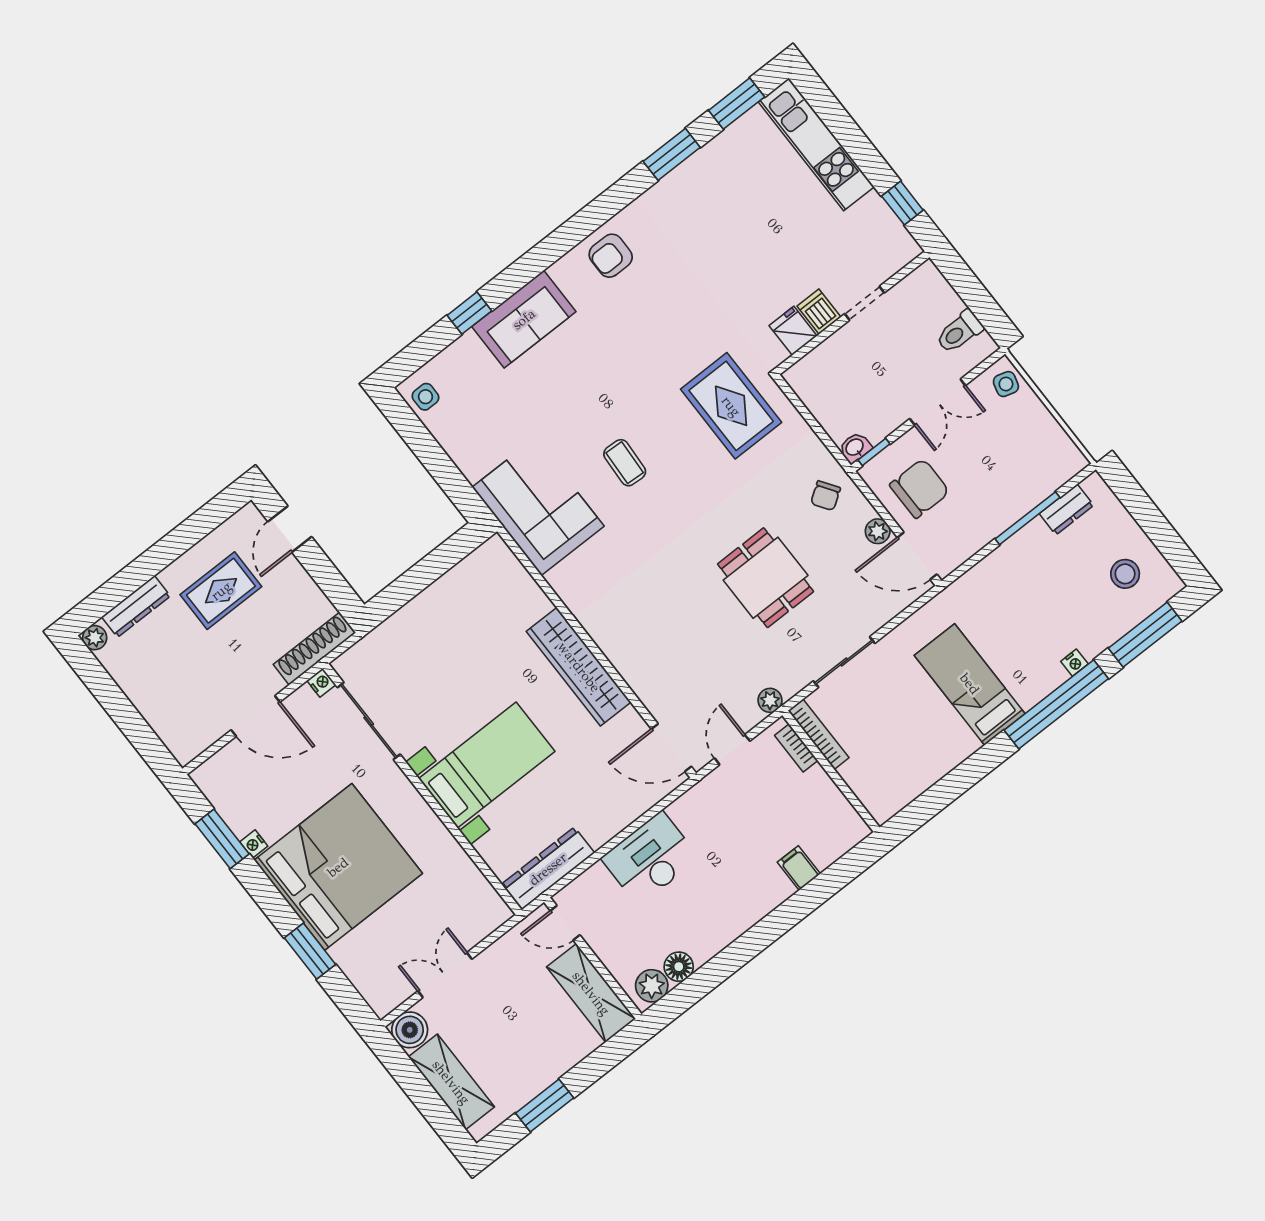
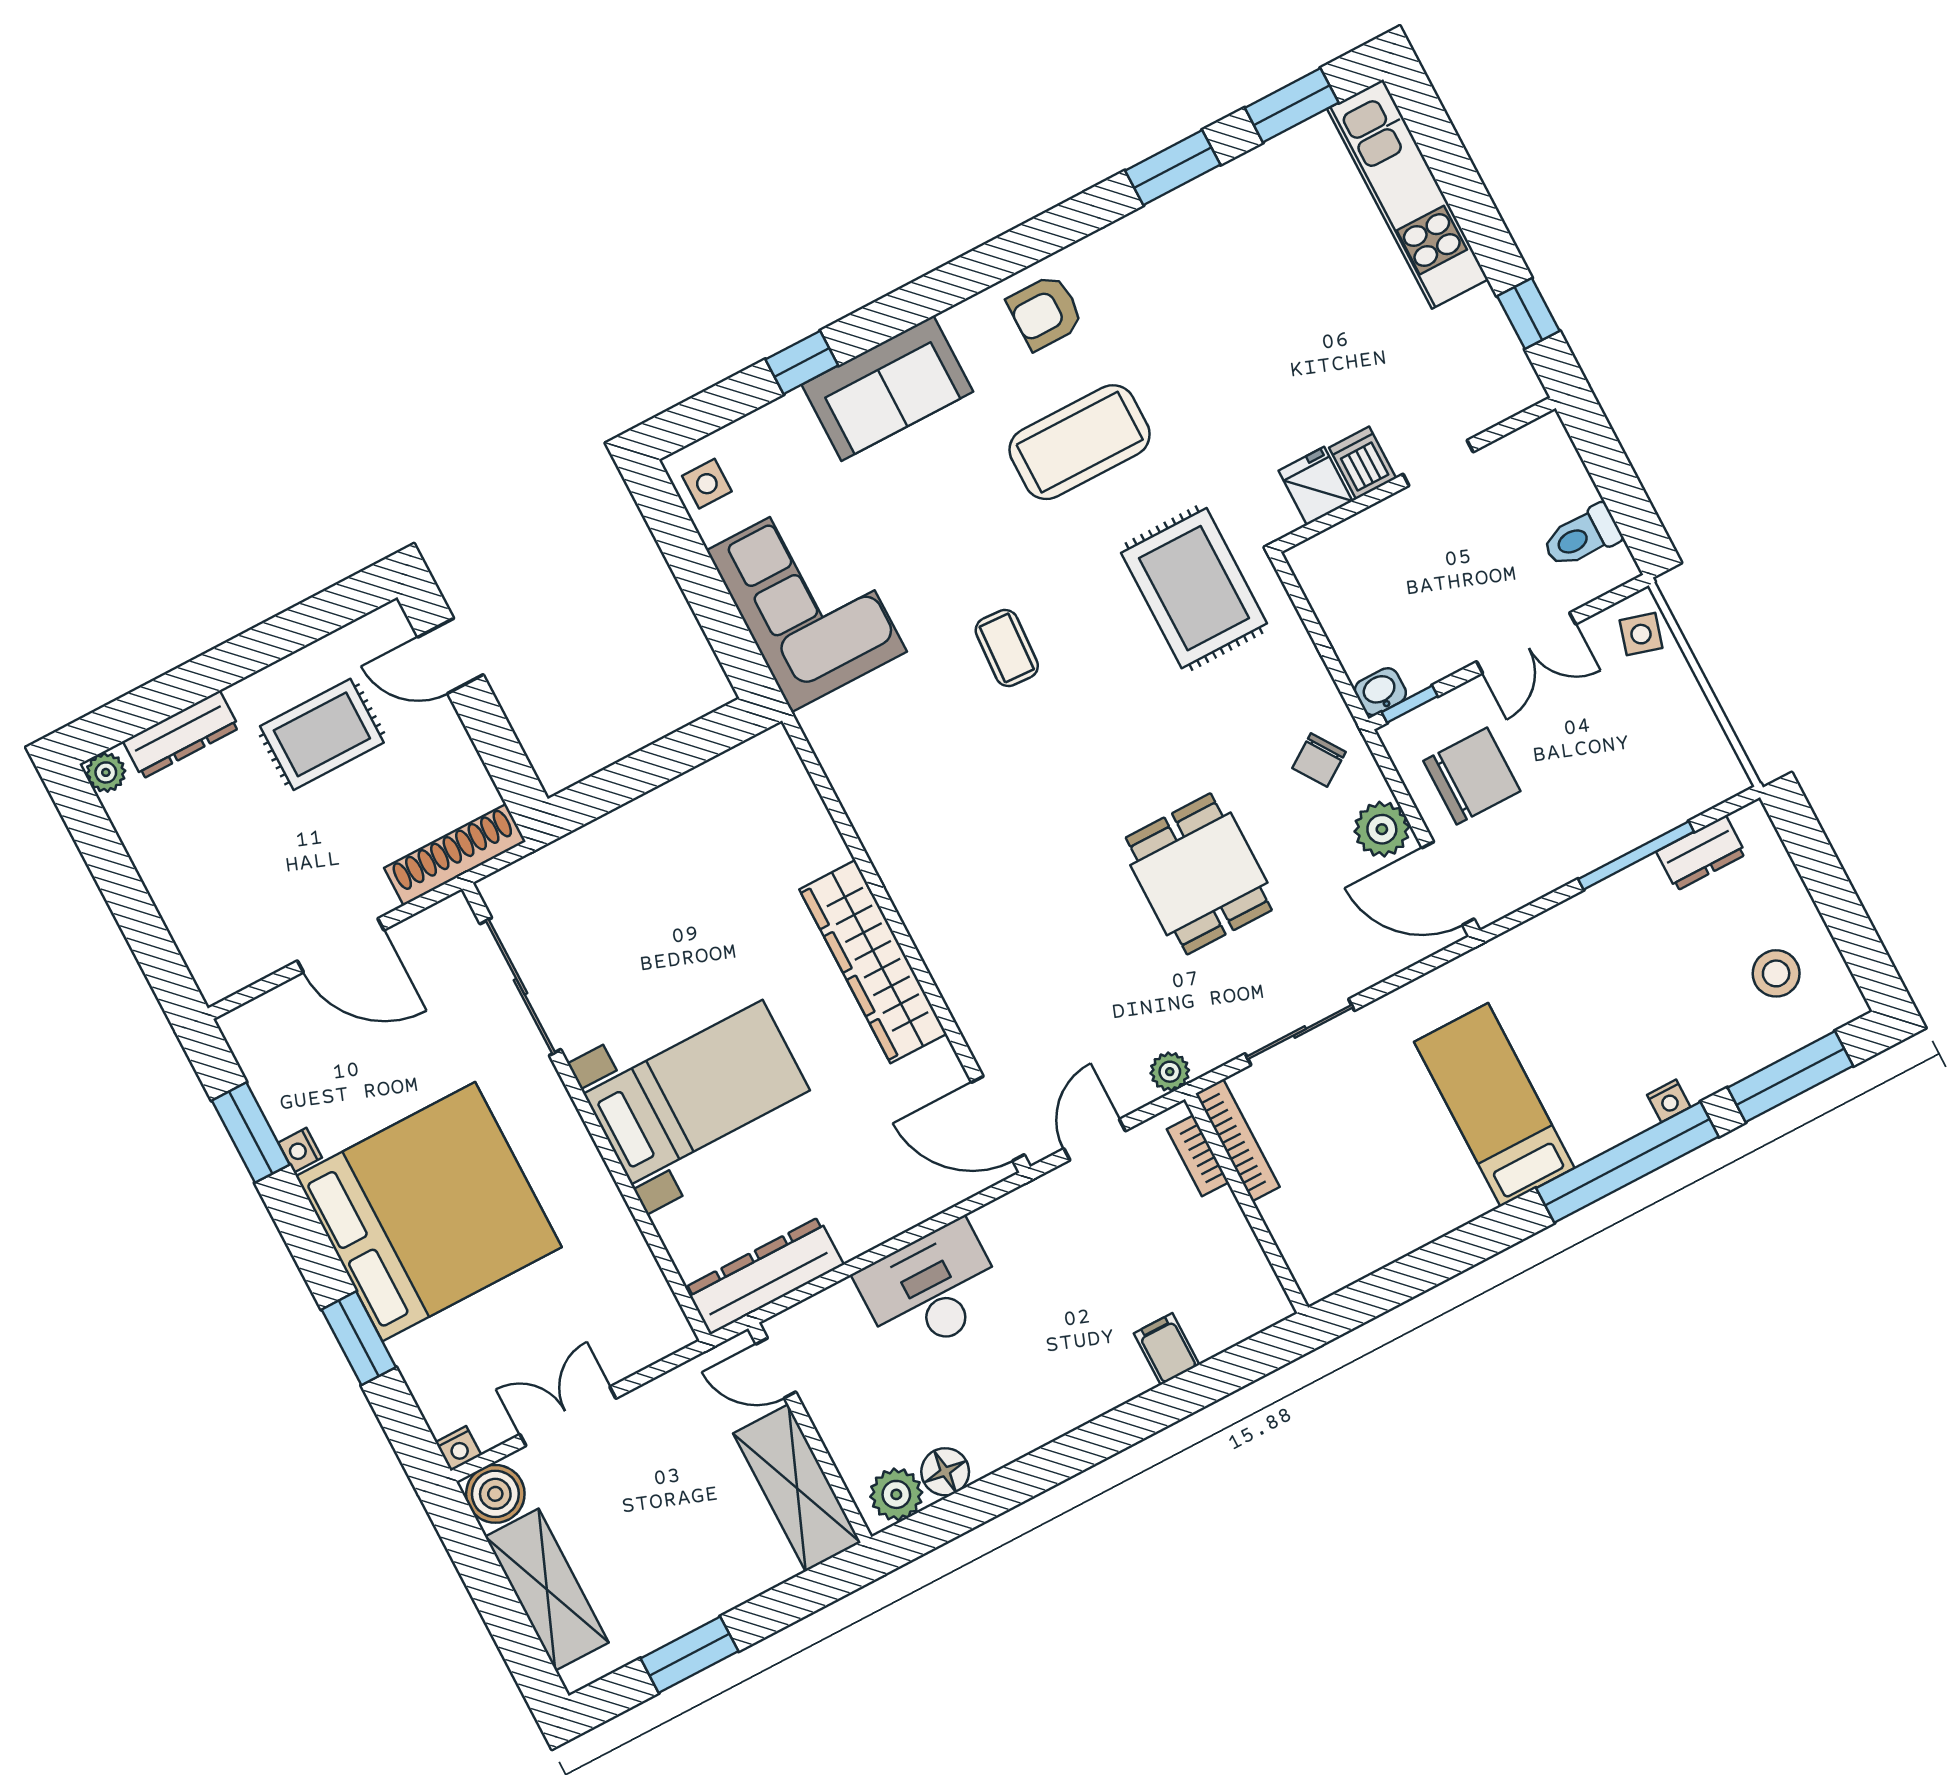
coffee table: (646, 330) -> (1080, 442), added
corner sofa: (538, 507) -> (807, 601), moved
door: (290, 529) -> (451, 656), hinge flipped
plant: (878, 531) -> (1382, 829), width x1.38, depth x1.38
nightstand: (321, 683) -> (458, 1449), moved, turned 90

